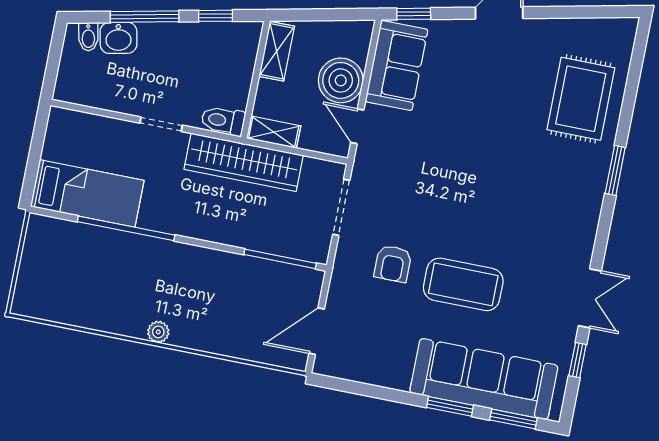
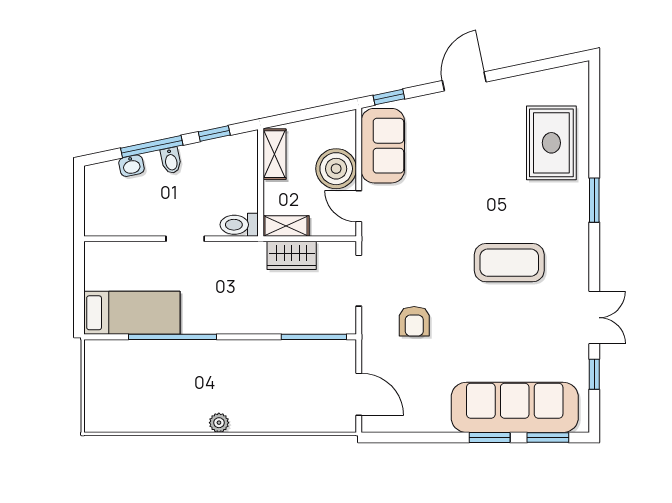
bidet: (88, 37) -> (171, 161), moved
washbasin: (118, 38) -> (132, 166), width x0.72, depth x0.69
wardrobe: (244, 162) -> (292, 255), width x0.48, depth x0.85
coffee table: (463, 284) -> (509, 263), moved
door: (317, 331) -> (359, 394), swing flipped

